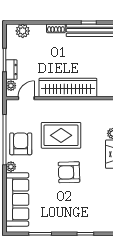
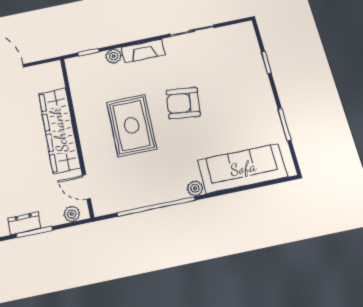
dresser: (11, 70) -> (24, 223), moved
armchair: (21, 144) -> (157, 181), removed
armchair: (69, 172) -> (183, 103), turned 99

